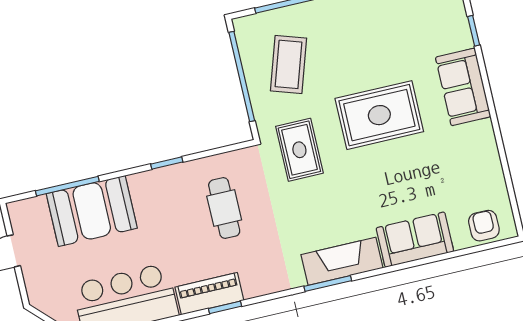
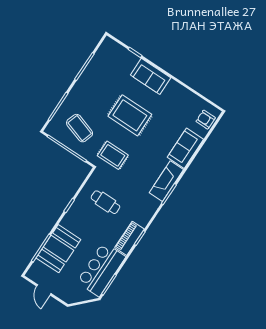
rug: (379, 115) -> (130, 115), turned 90

